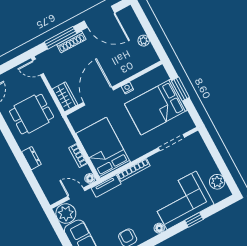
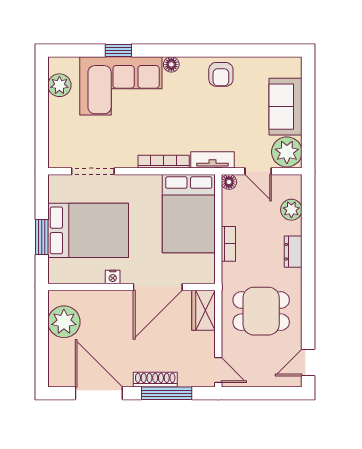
plant: (144, 41) -> (64, 322), width x1.88, depth x1.88
bookcase: (78, 156) -> (228, 244), moved
plant: (45, 182) -> (291, 210), added

